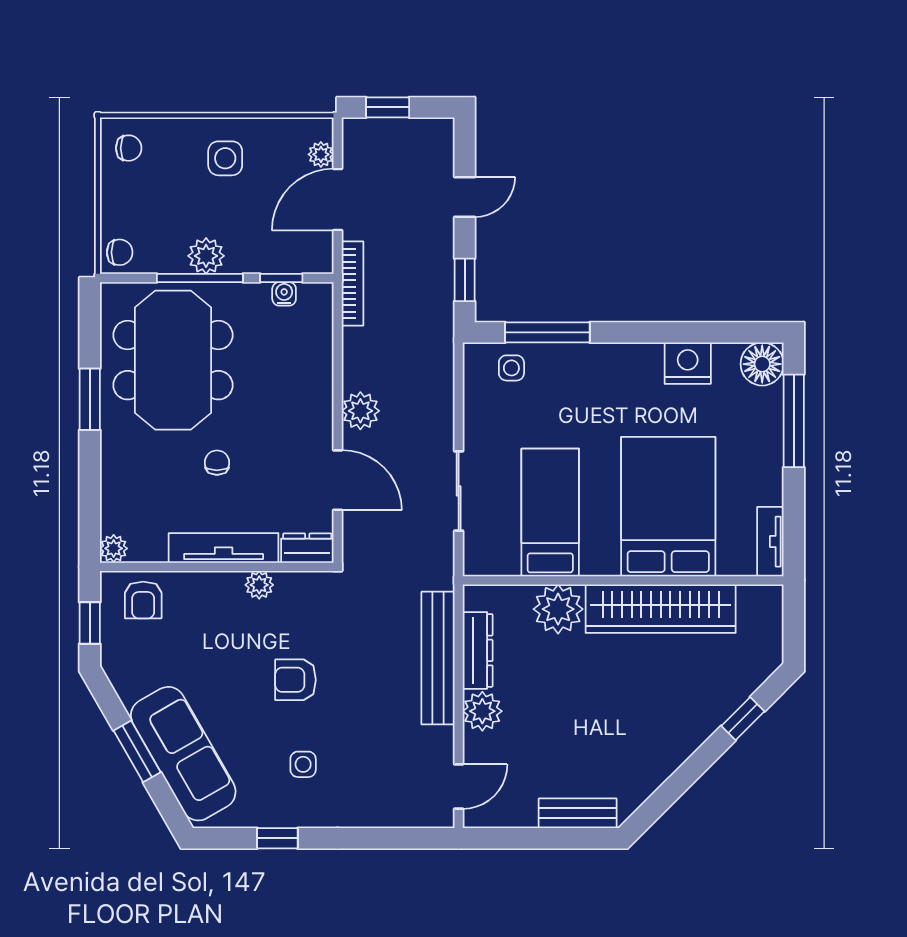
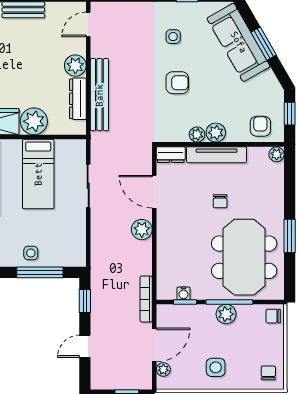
chair: (129, 148) -> (268, 373), turned 90
side table: (511, 368) -> (31, 253), moved
plant: (225, 588) -> (216, 133), added

